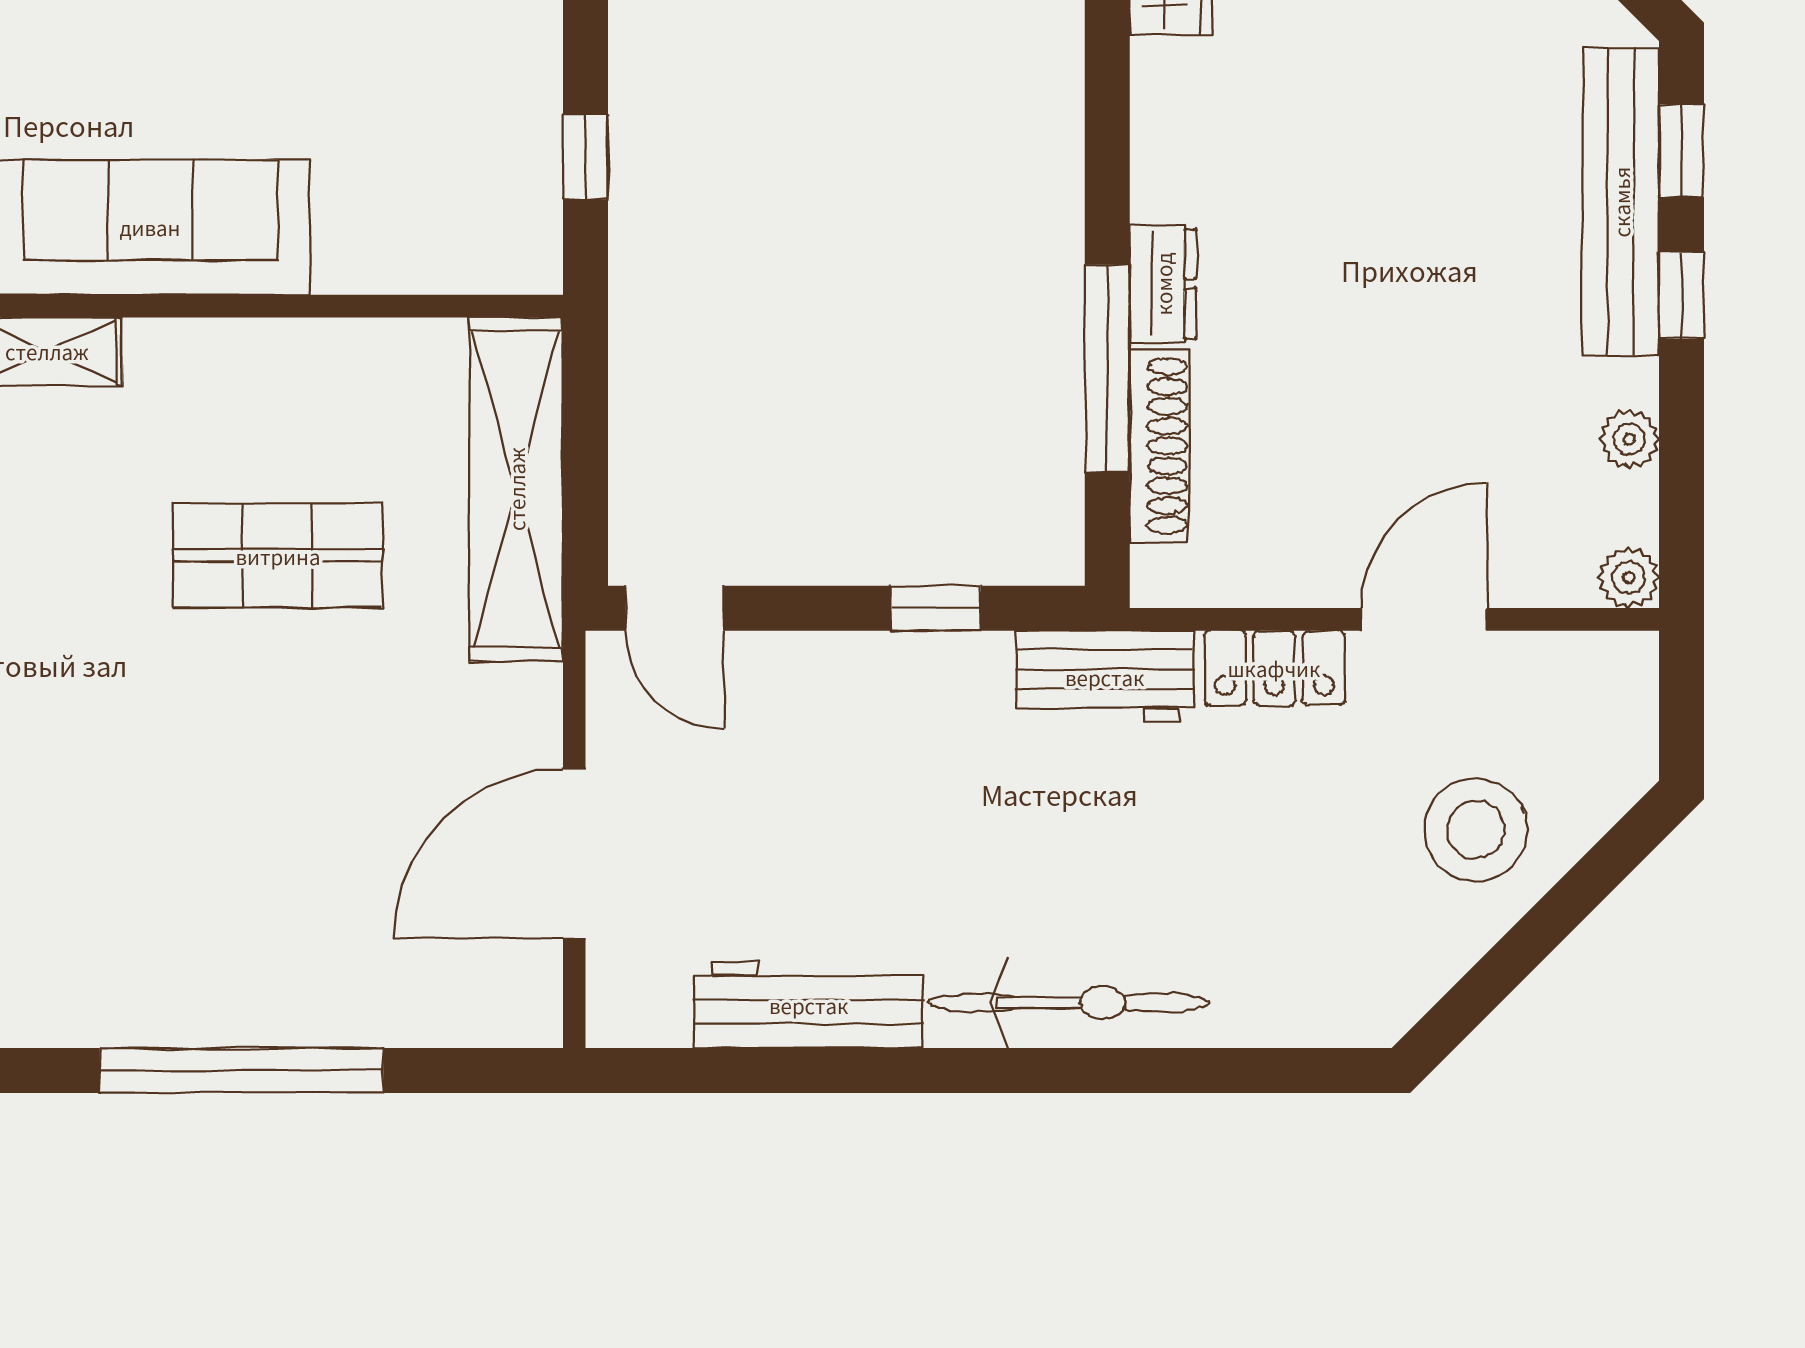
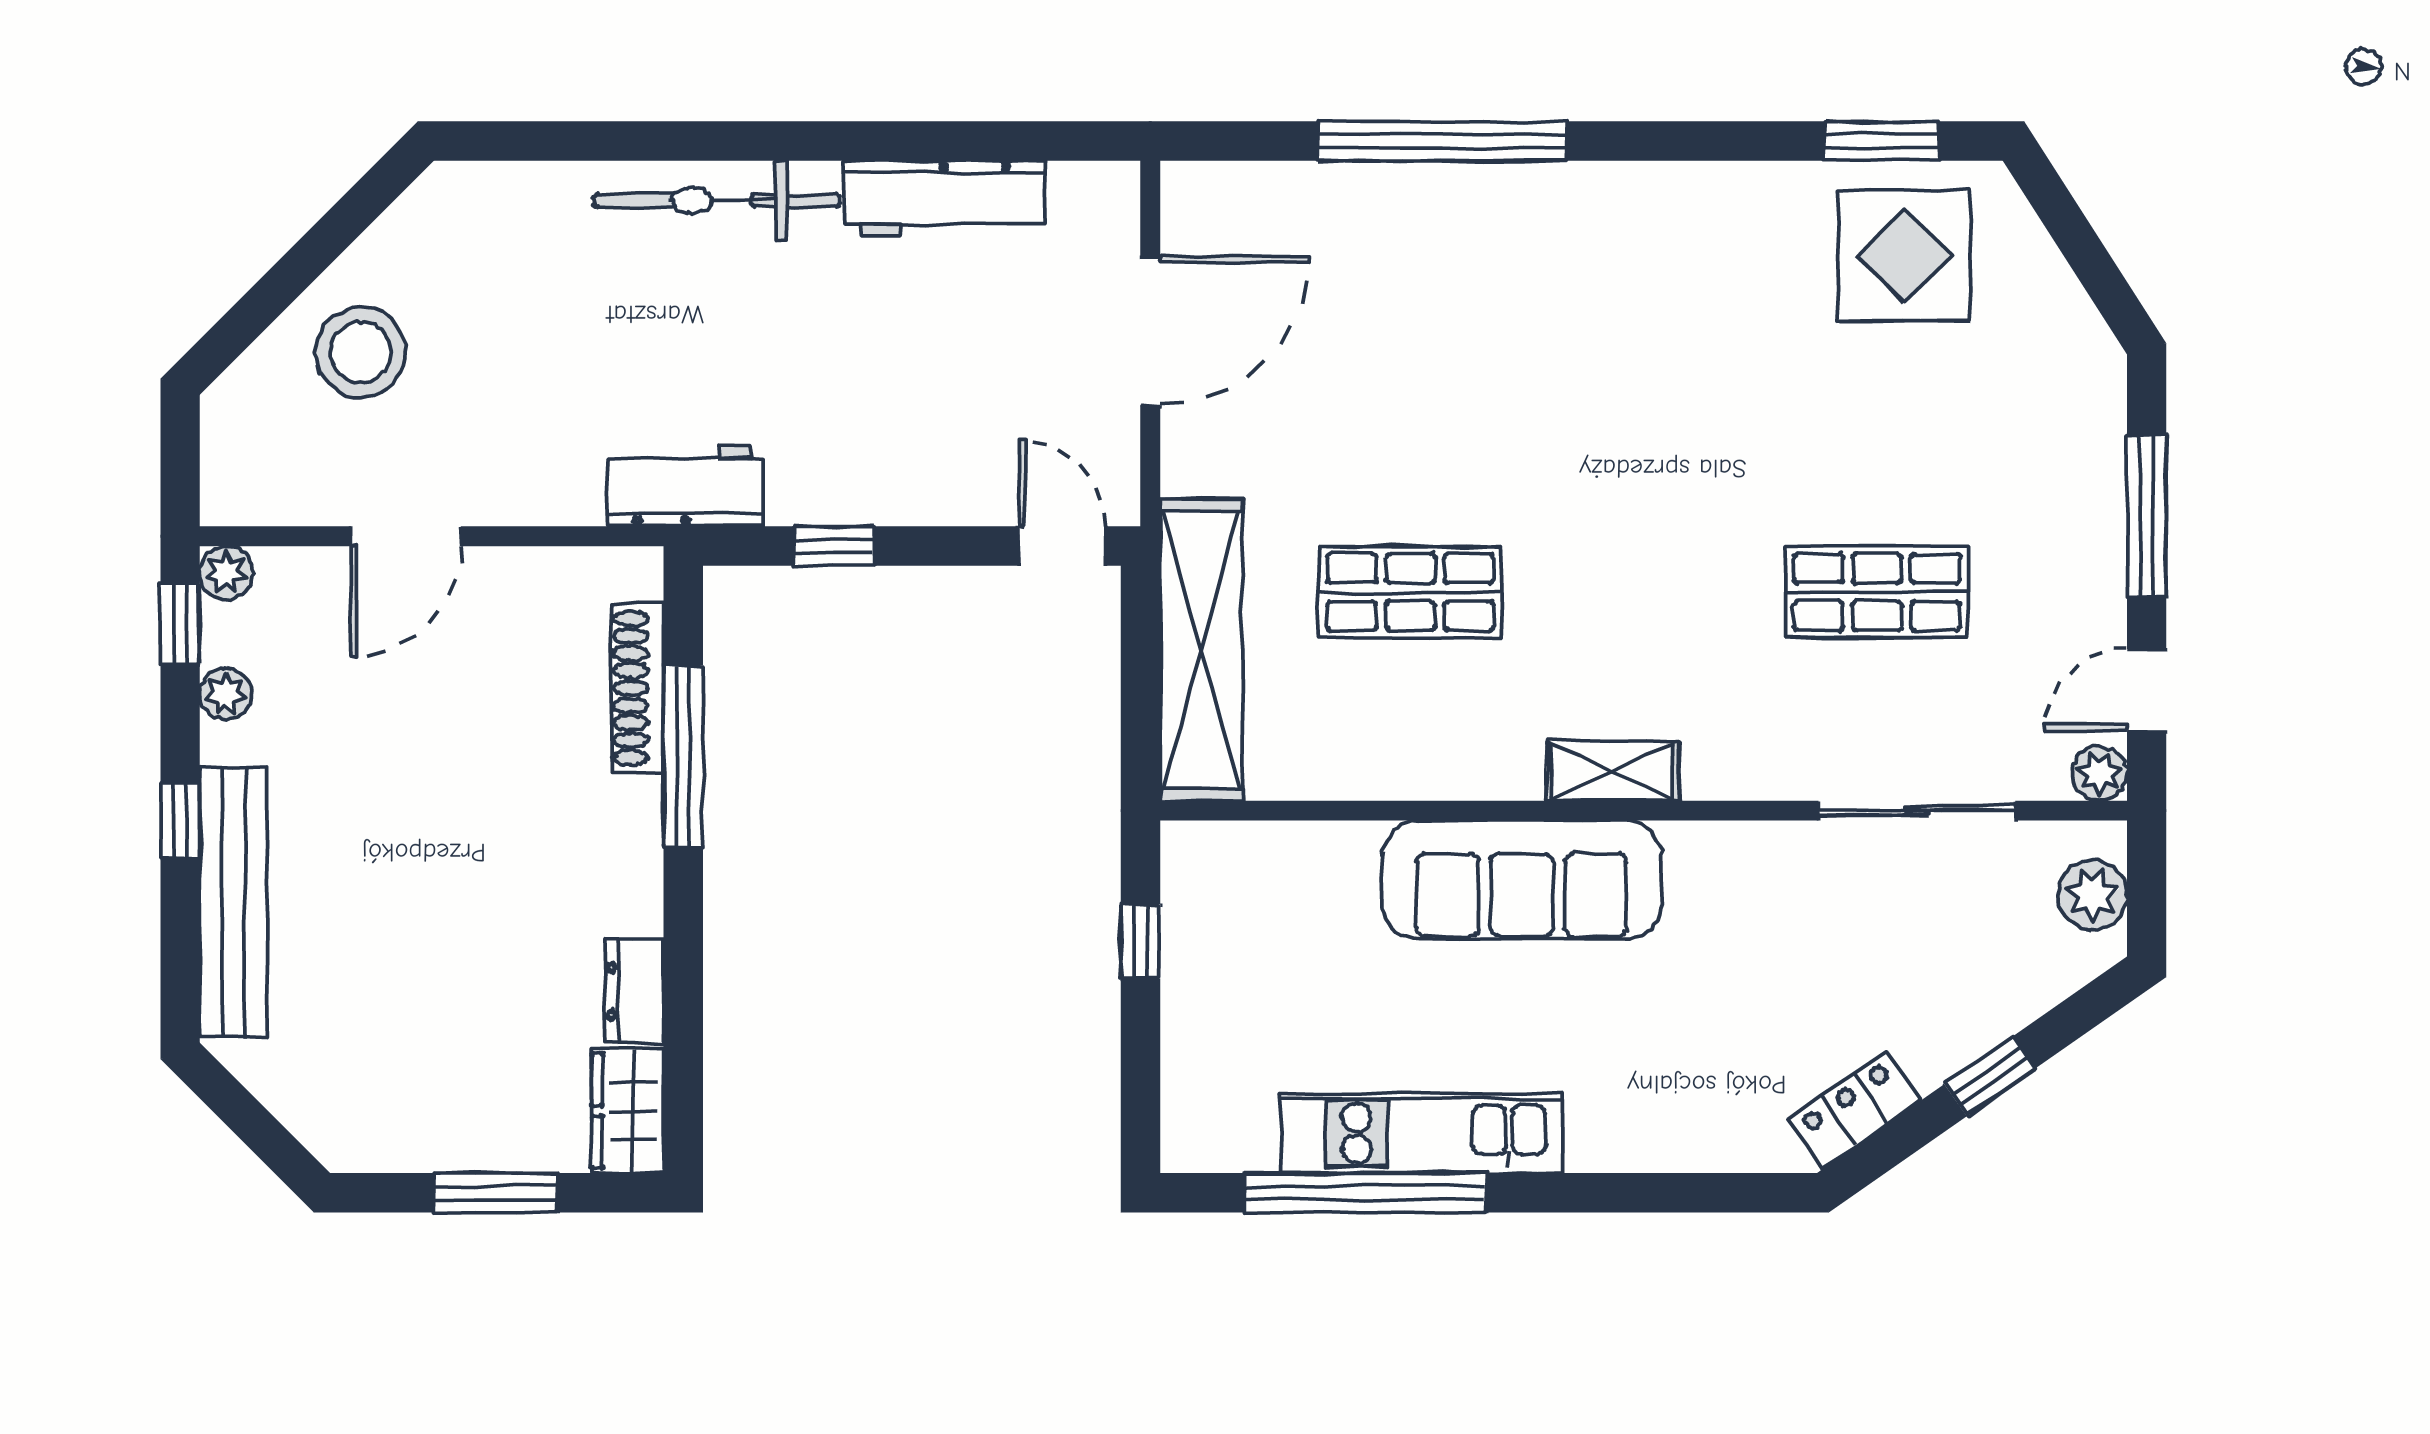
window: (1681, 151) -> (180, 624), moved
dresser: (1163, 284) -> (634, 991), moved
locker: (1274, 668) -> (537, 494), removed

